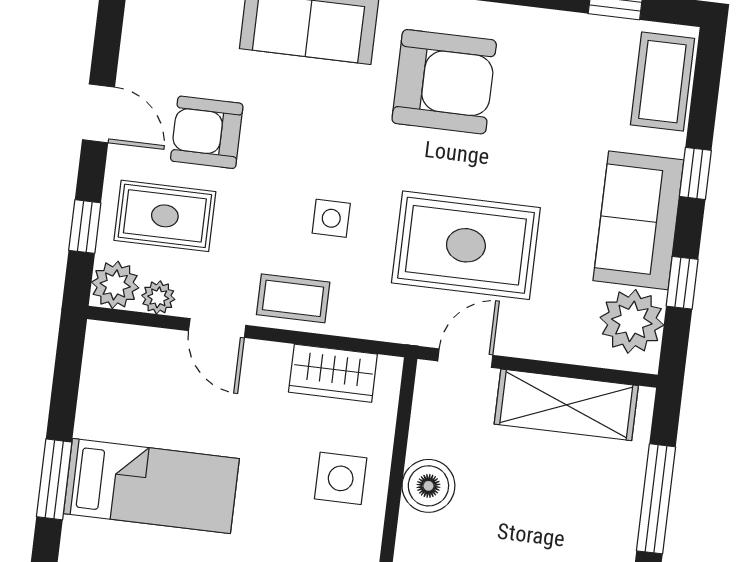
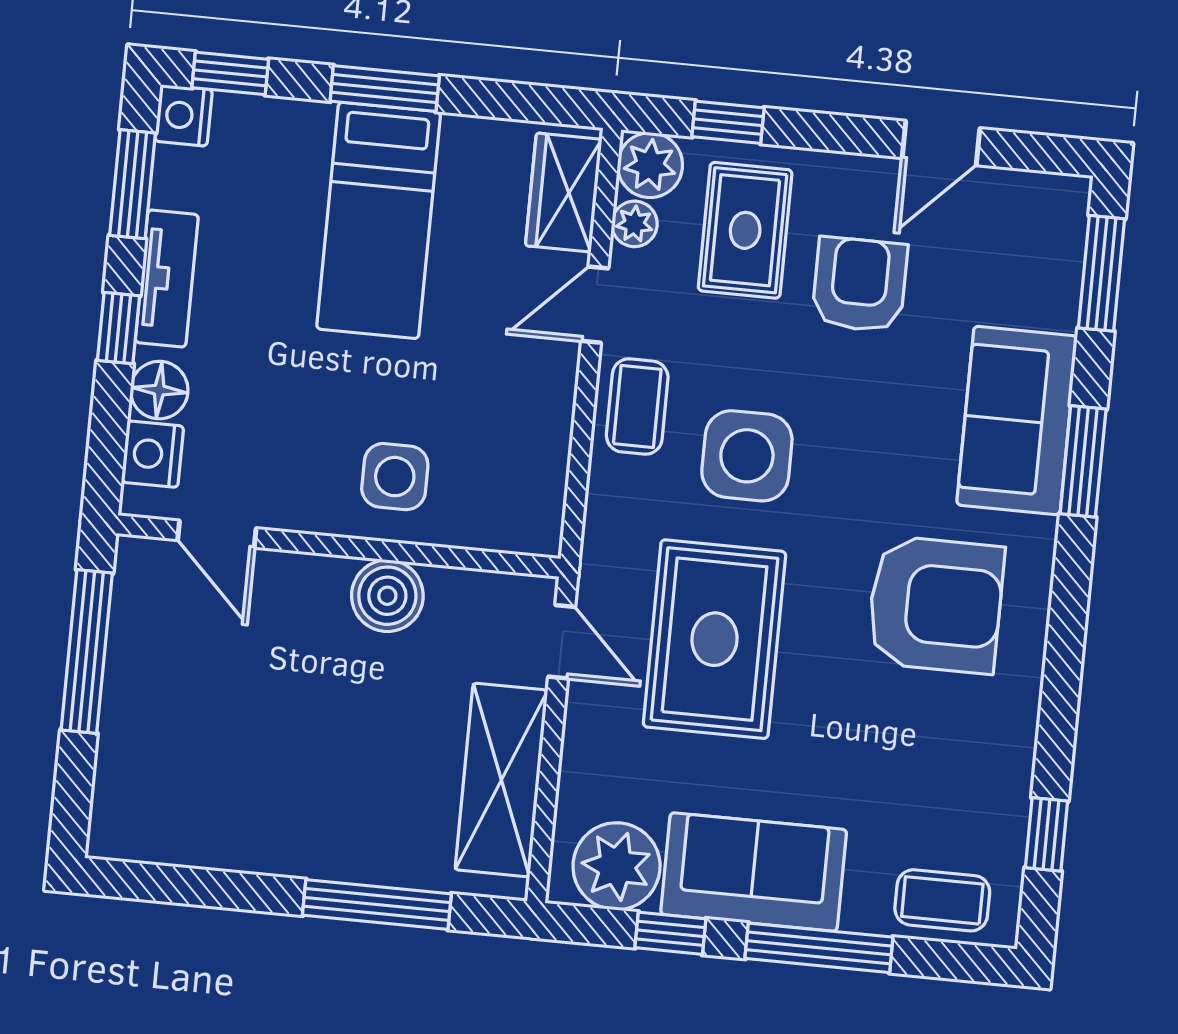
armchair: (444, 82) -> (936, 605), turned -90
coffee table: (662, 82) -> (942, 900), width x0.73, depth x0.77
door: (99, 113) -> (941, 143), moved
window: (695, 173) -> (819, 948), width x2.17
side table: (331, 218) -> (747, 456), width x1.87, depth x1.87
wardrobe: (333, 373) -> (564, 192), moved

